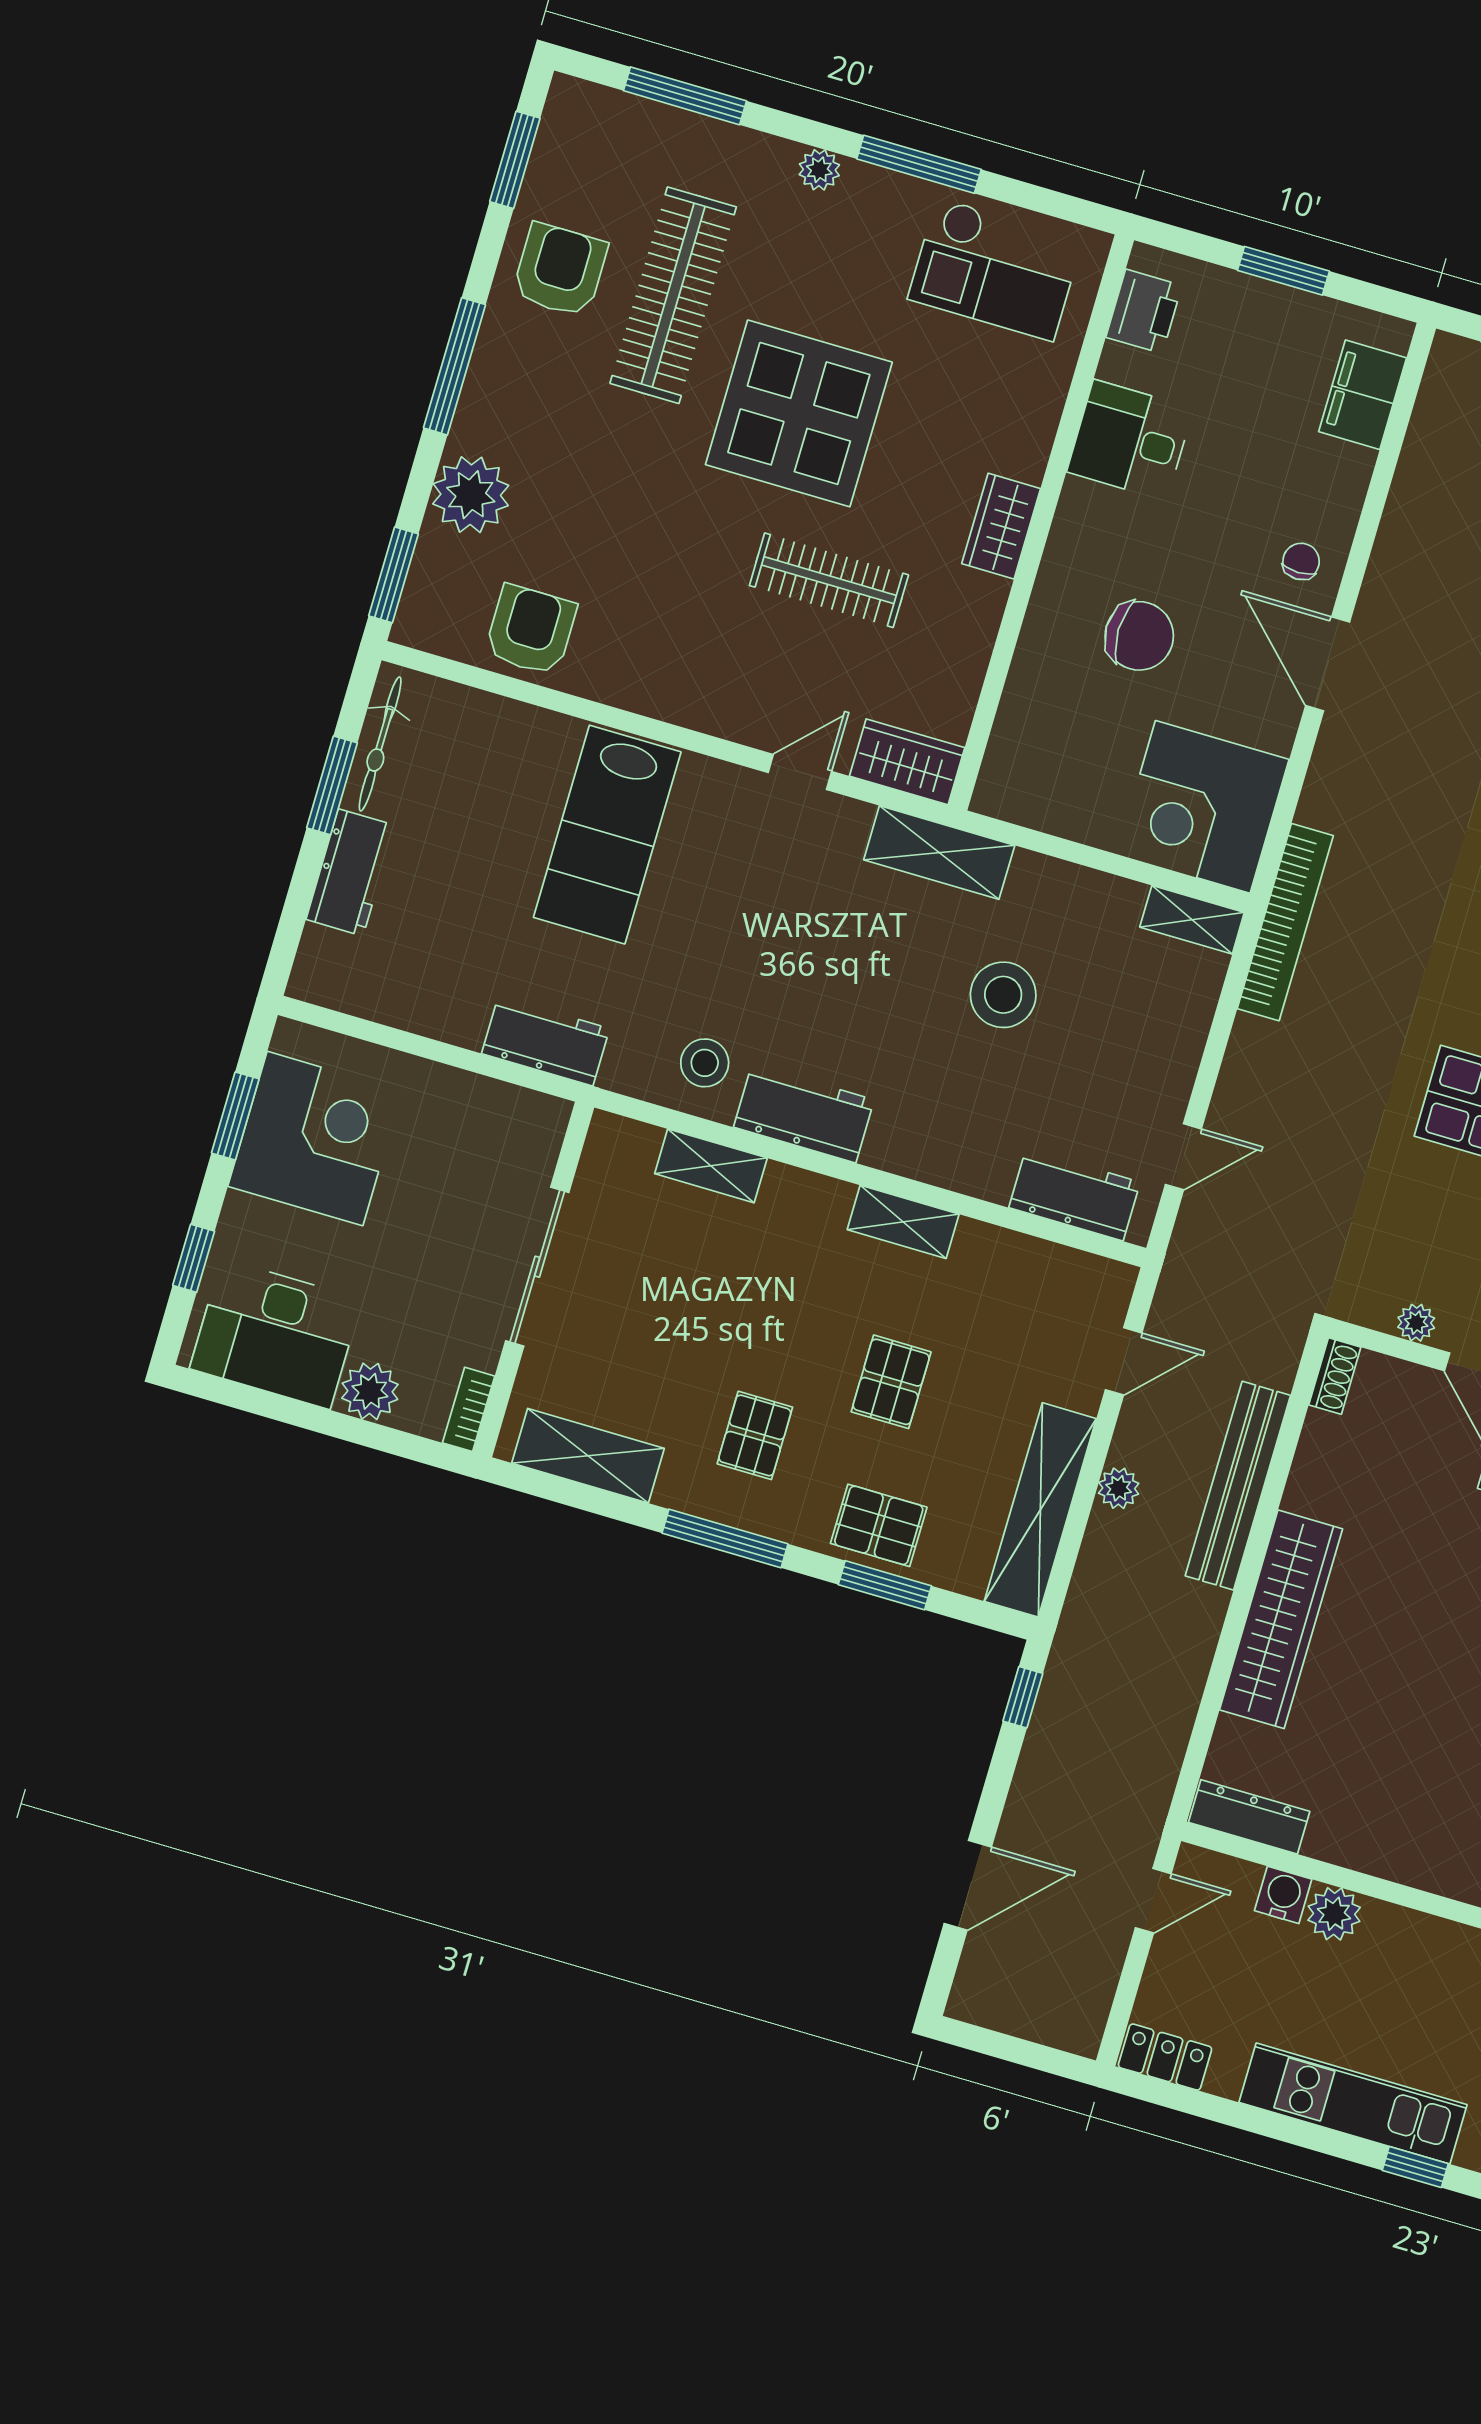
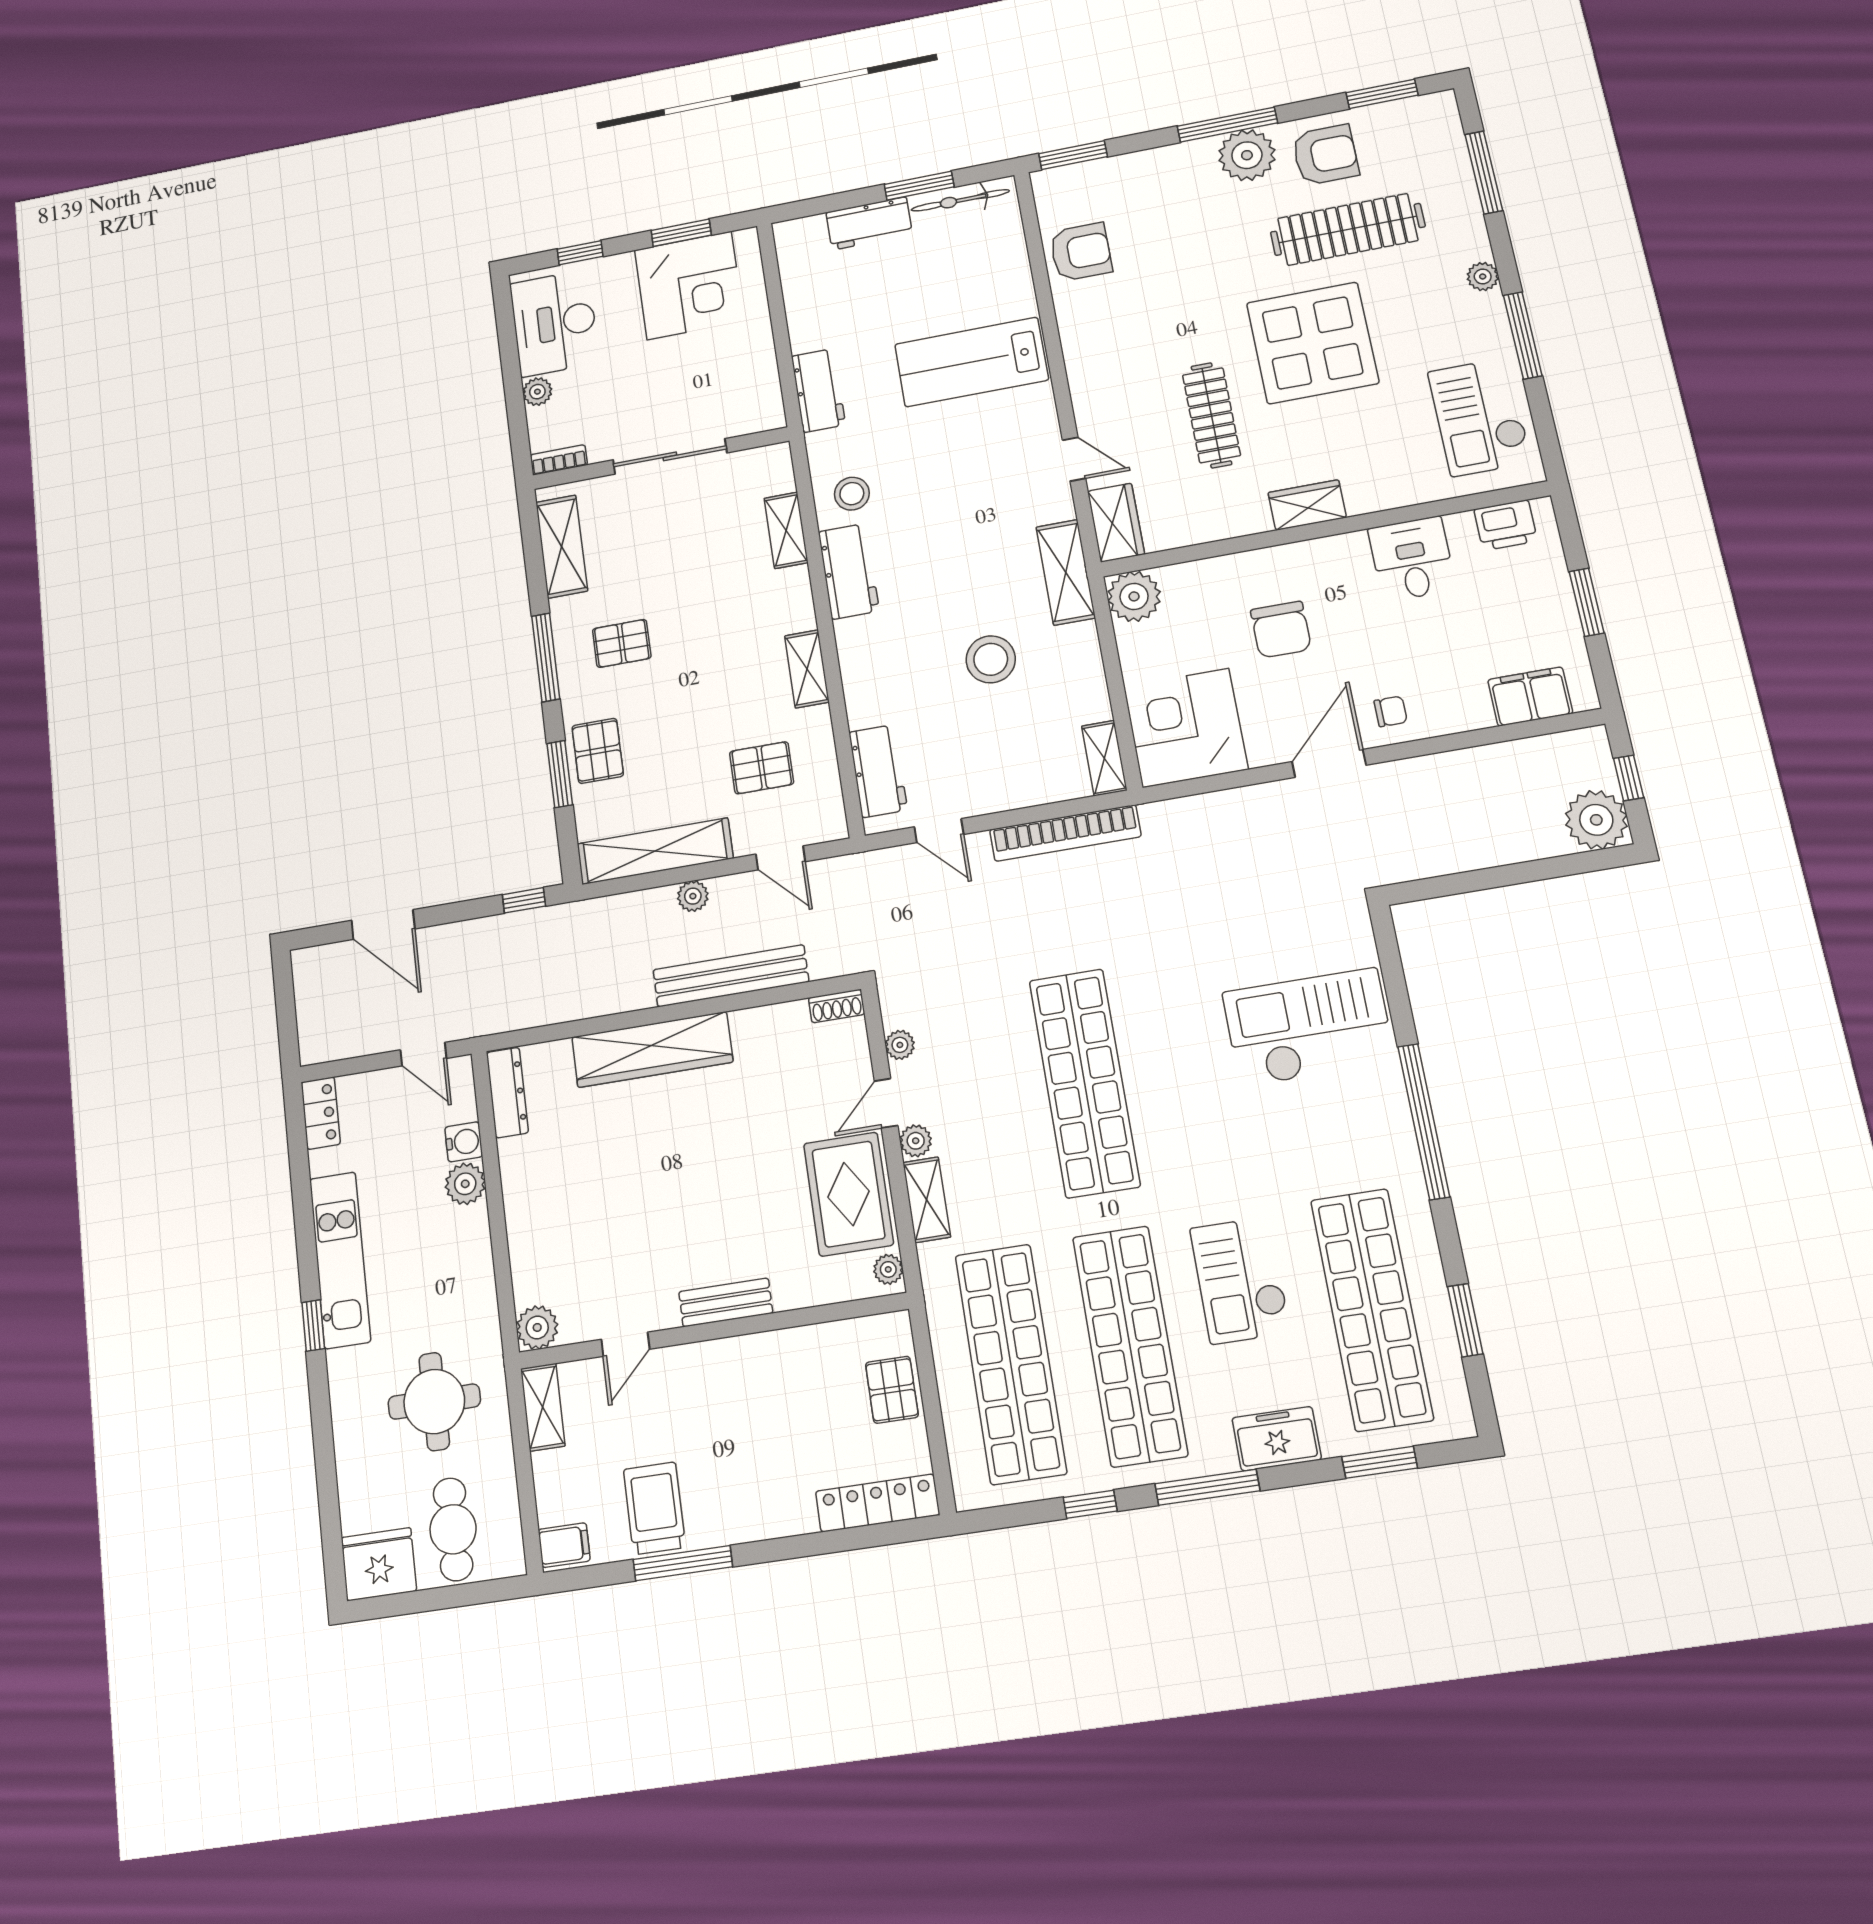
plant: (471, 495) -> (1247, 155), moved
plant: (1011, 787) -> (1134, 596), added
bookcase: (1285, 922) -> (1065, 833), moved
pallet: (891, 1382) -> (762, 768), moved
plant: (370, 1391) -> (537, 392), width x0.73, depth x0.73

